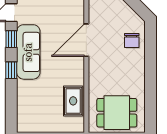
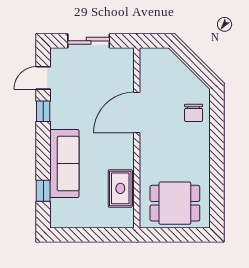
sofa: (28, 52) -> (64, 164), moved
window: (11, 70) -> (43, 191), moved

